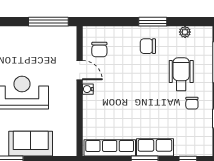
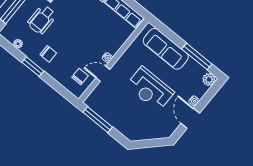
door: (80, 70) -> (103, 74), hinge flipped
sofa: (31, 144) -> (166, 49), width x1.36

